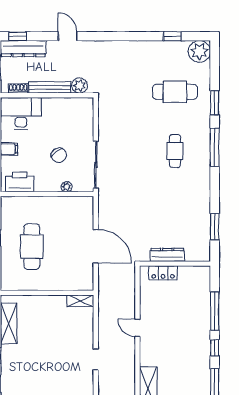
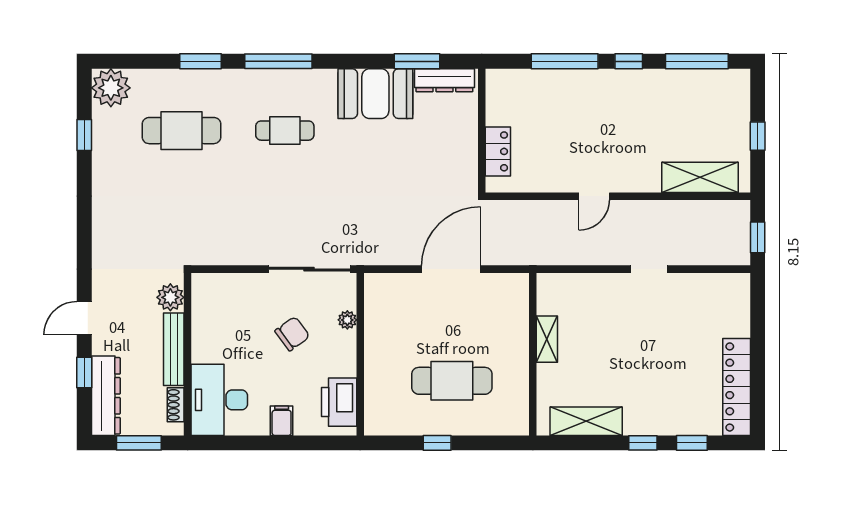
window: (18, 36) -> (84, 373), moved
cafe table: (175, 92) -> (181, 131), turned 90
booth: (196, 203) -> (375, 94), added
dresser: (167, 255) -> (444, 80), moved, turned -90
shelving: (80, 301) -> (547, 339), moved

